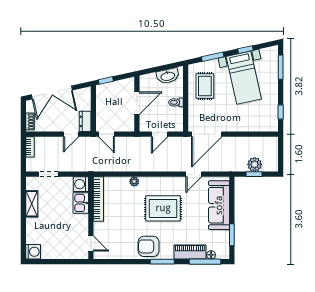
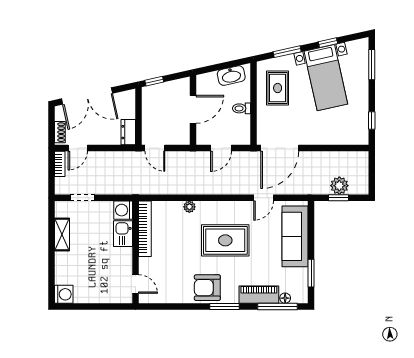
door: (71, 134) -> (78, 148), moved

